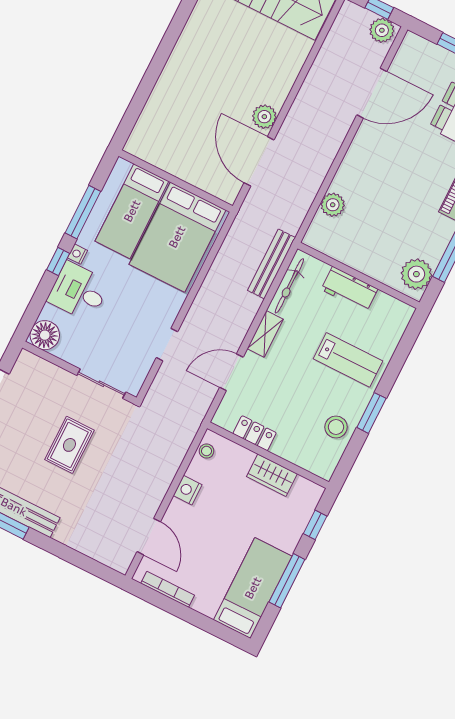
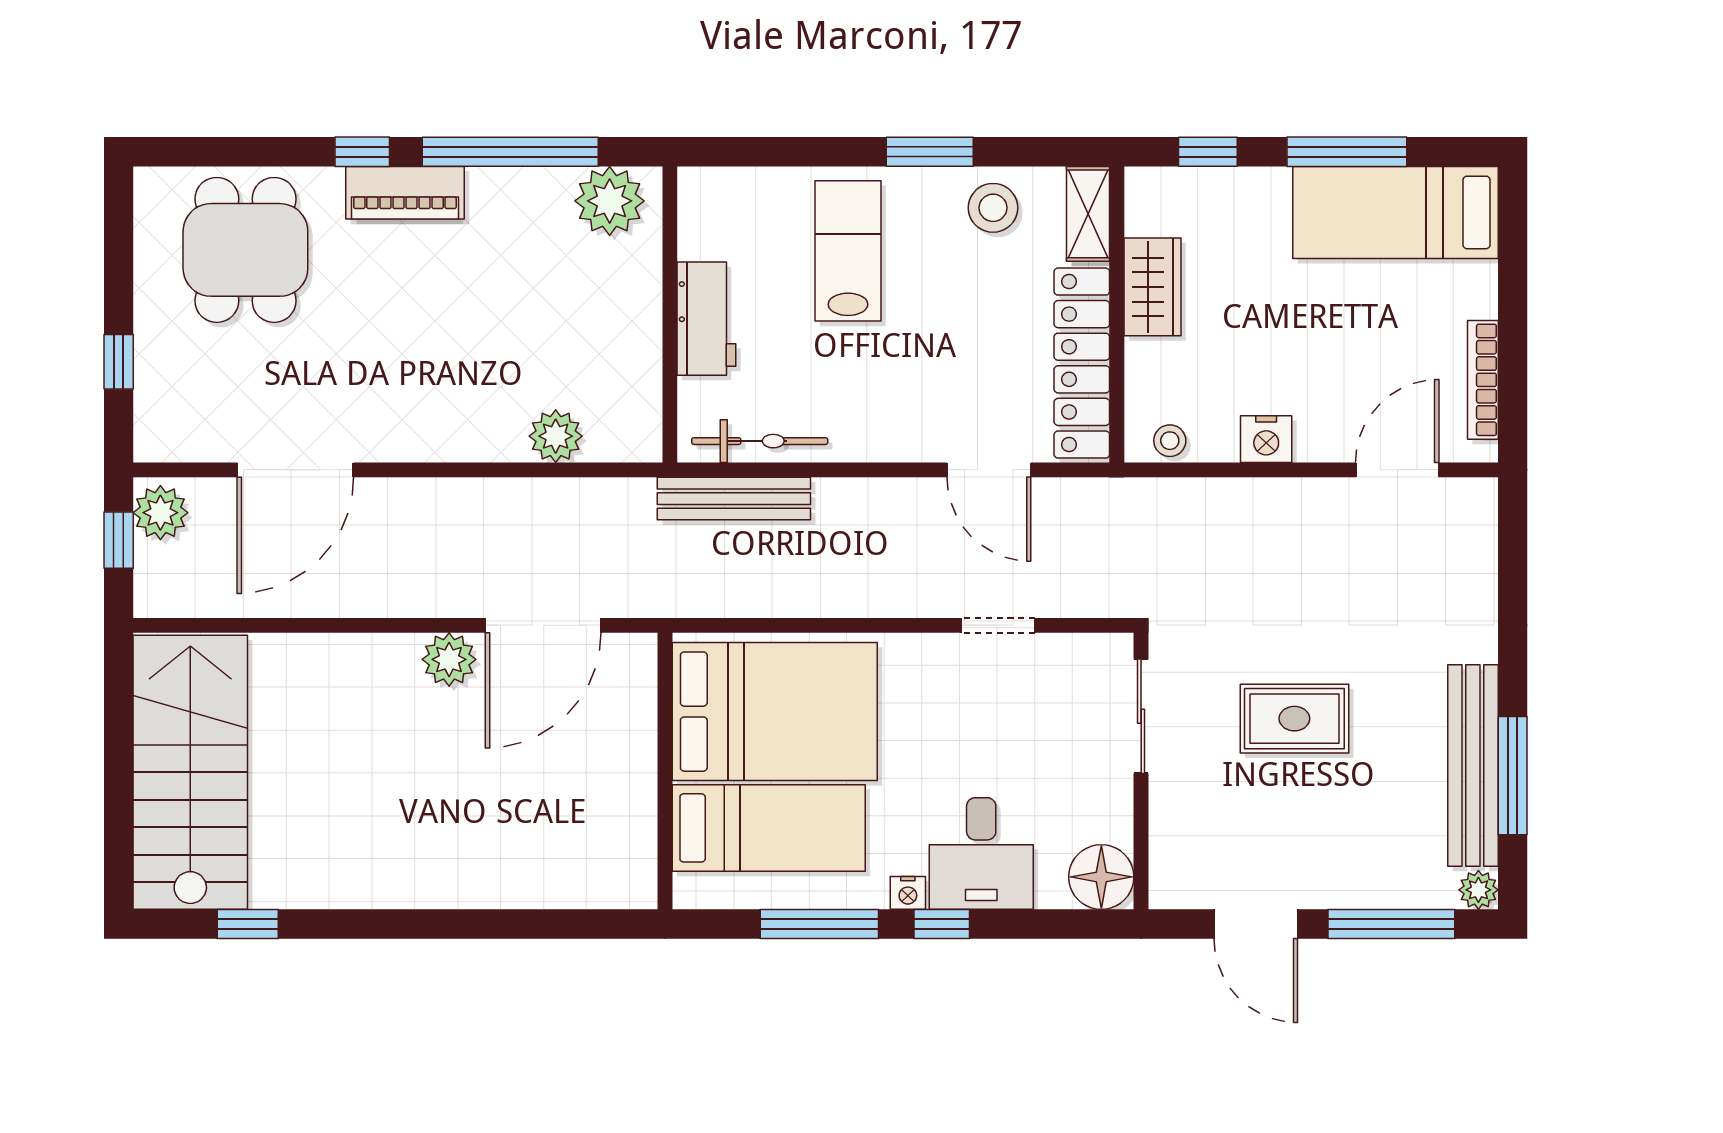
door: (372, 93) -> (295, 470), swing flipped
shelving: (265, 334) -> (1088, 214), moved, turned 90
locker: (255, 433) -> (1082, 363), width x2.16, depth x1.21

